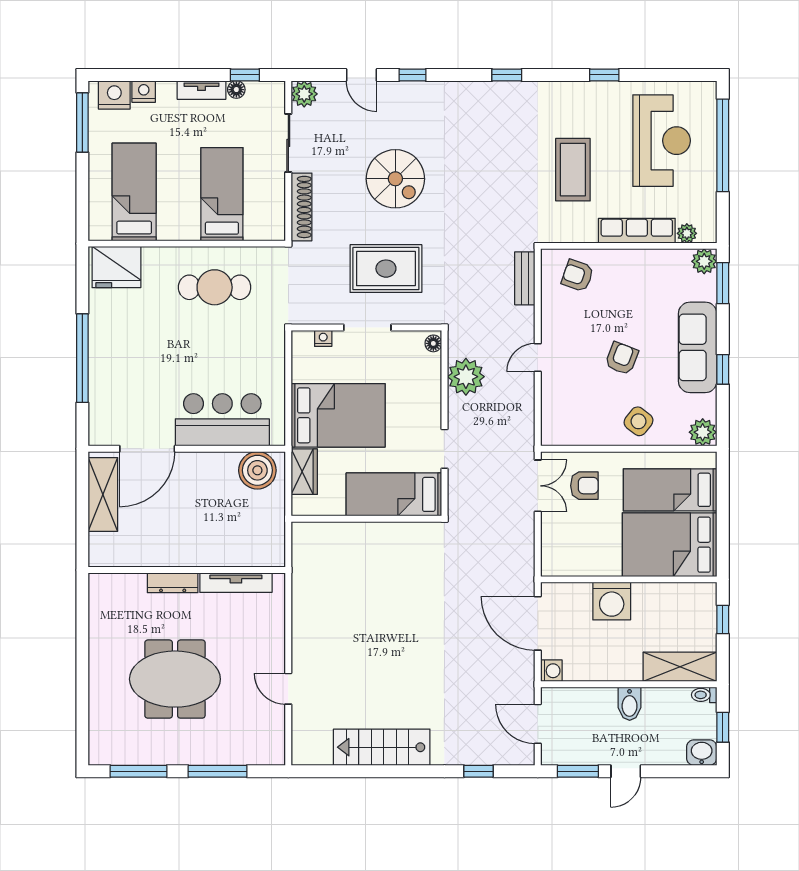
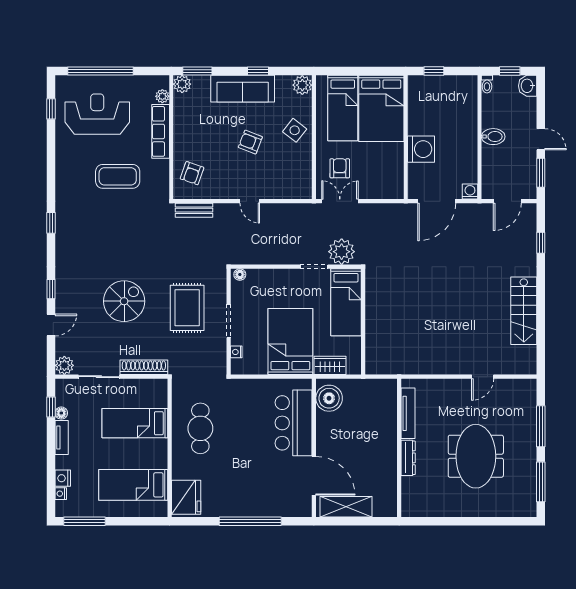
window: (604, 75) -> (51, 109), moved
nightstand: (114, 95) -> (61, 494), width x0.53, depth x0.56
plant: (466, 377) -> (342, 252), moved
shelving: (680, 667) -> (467, 101), removed

